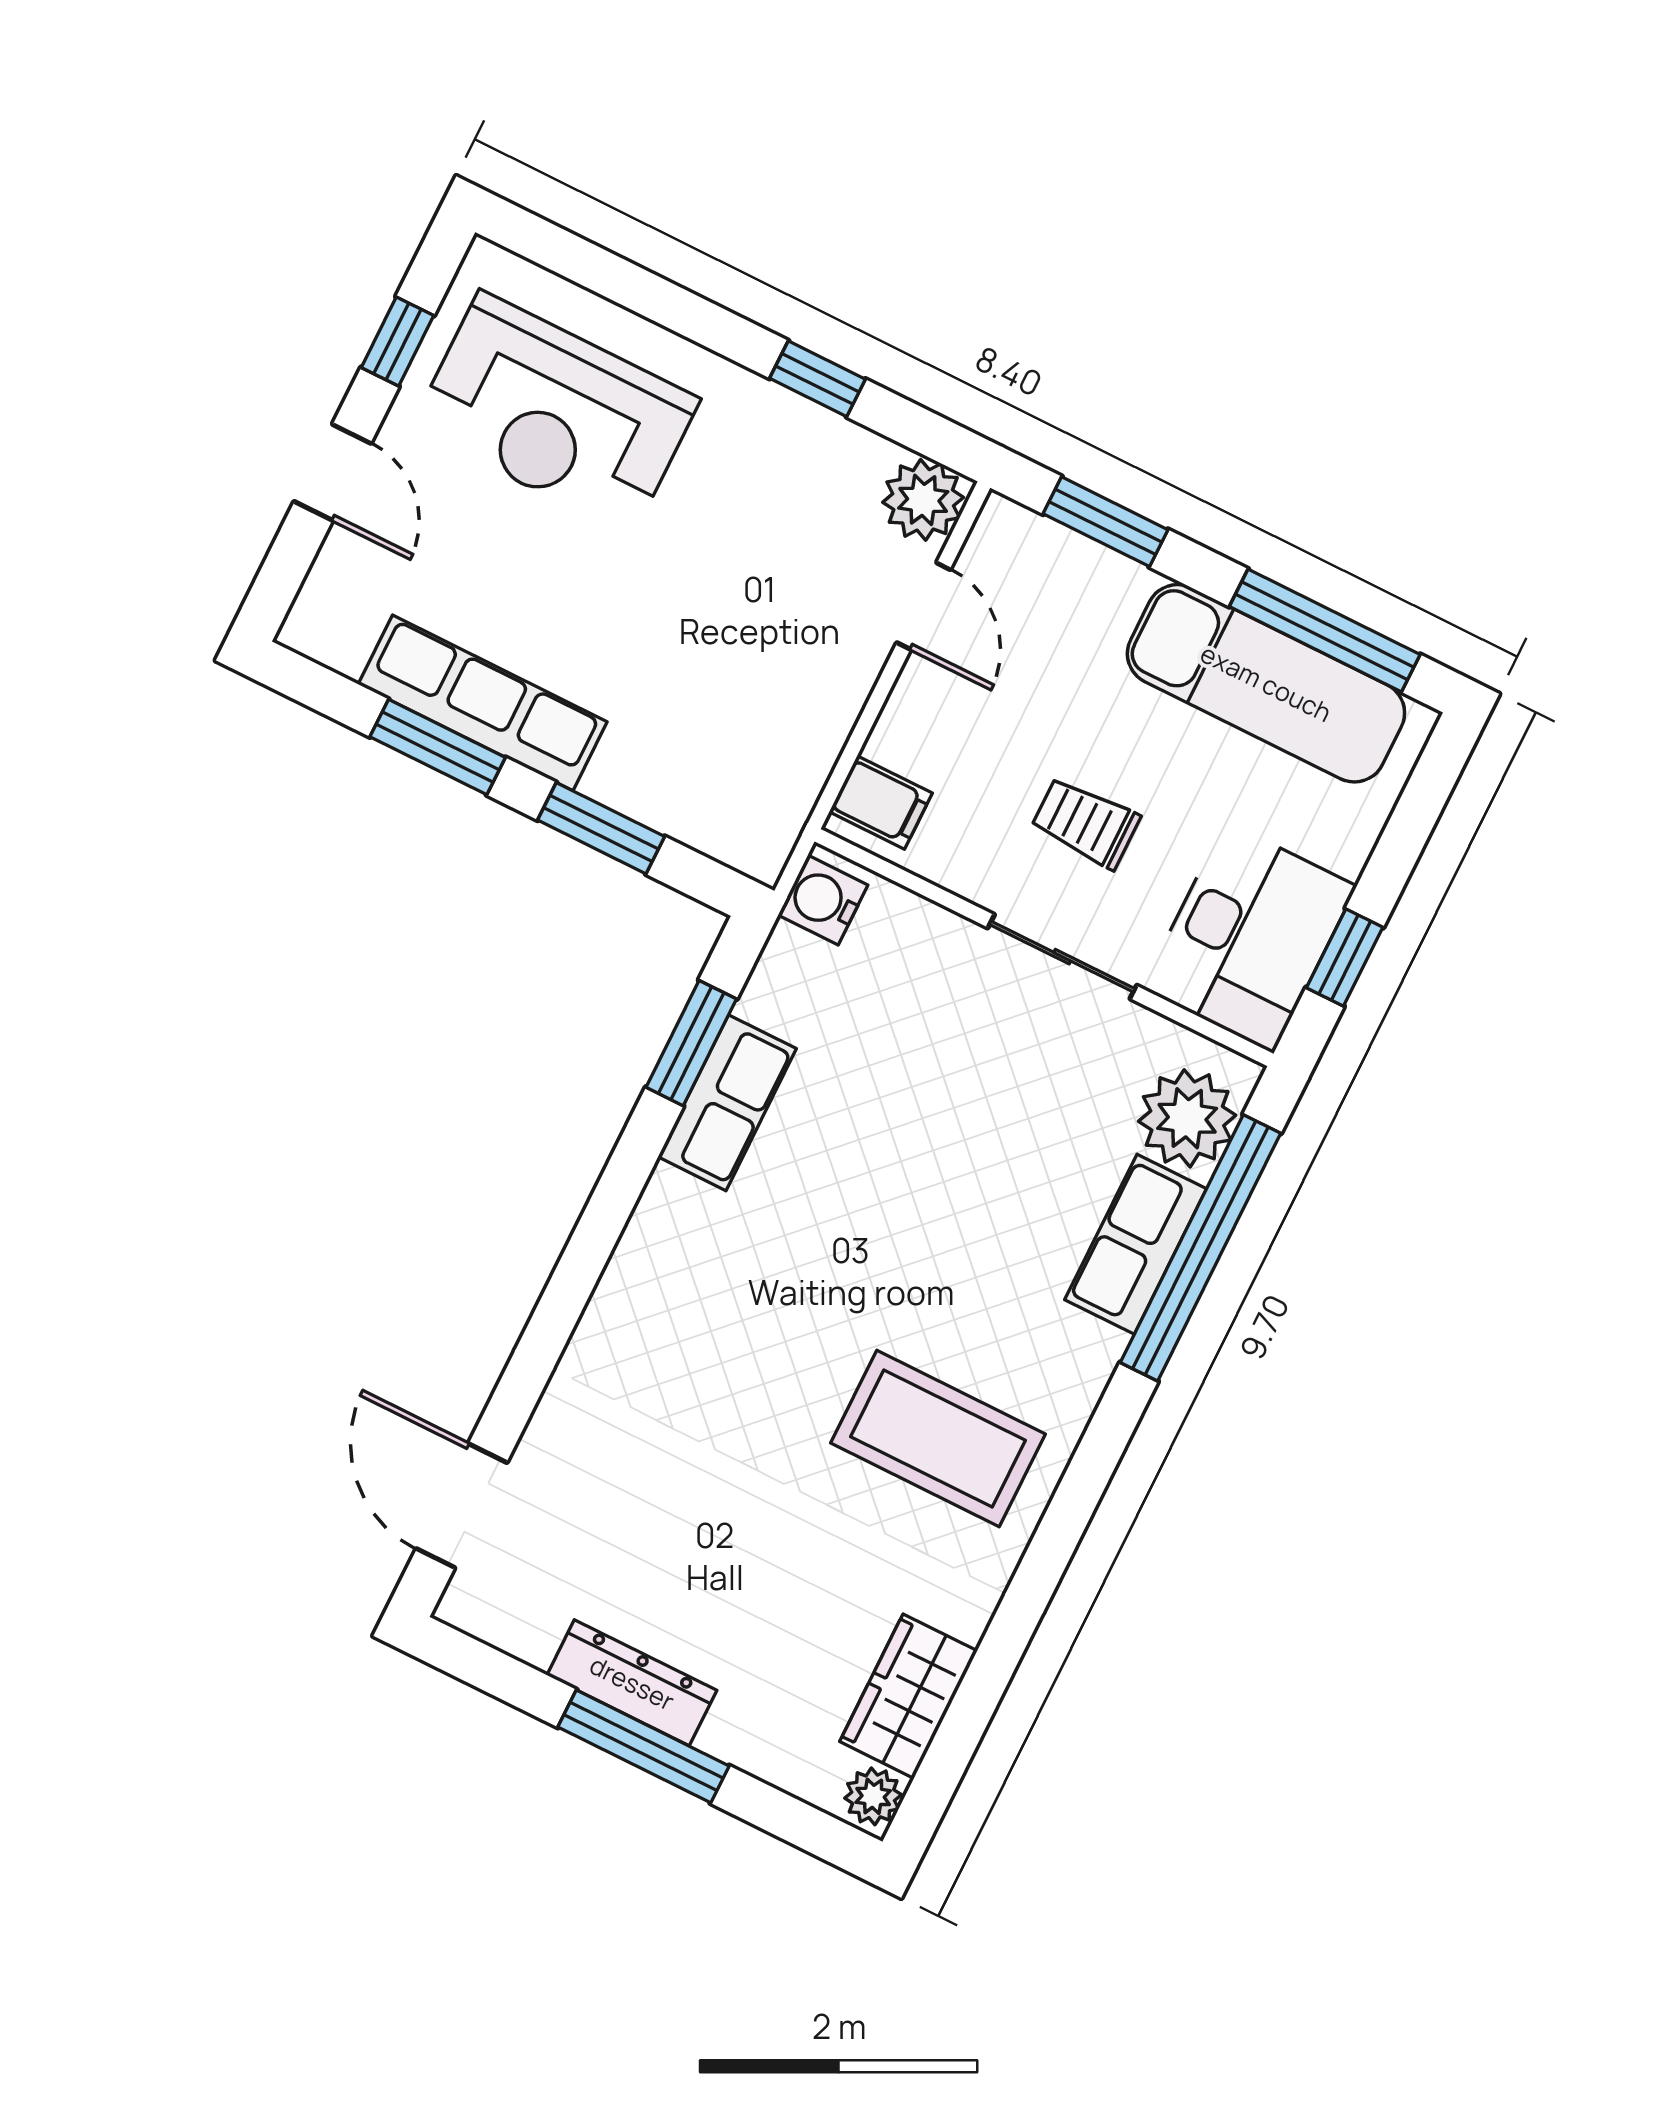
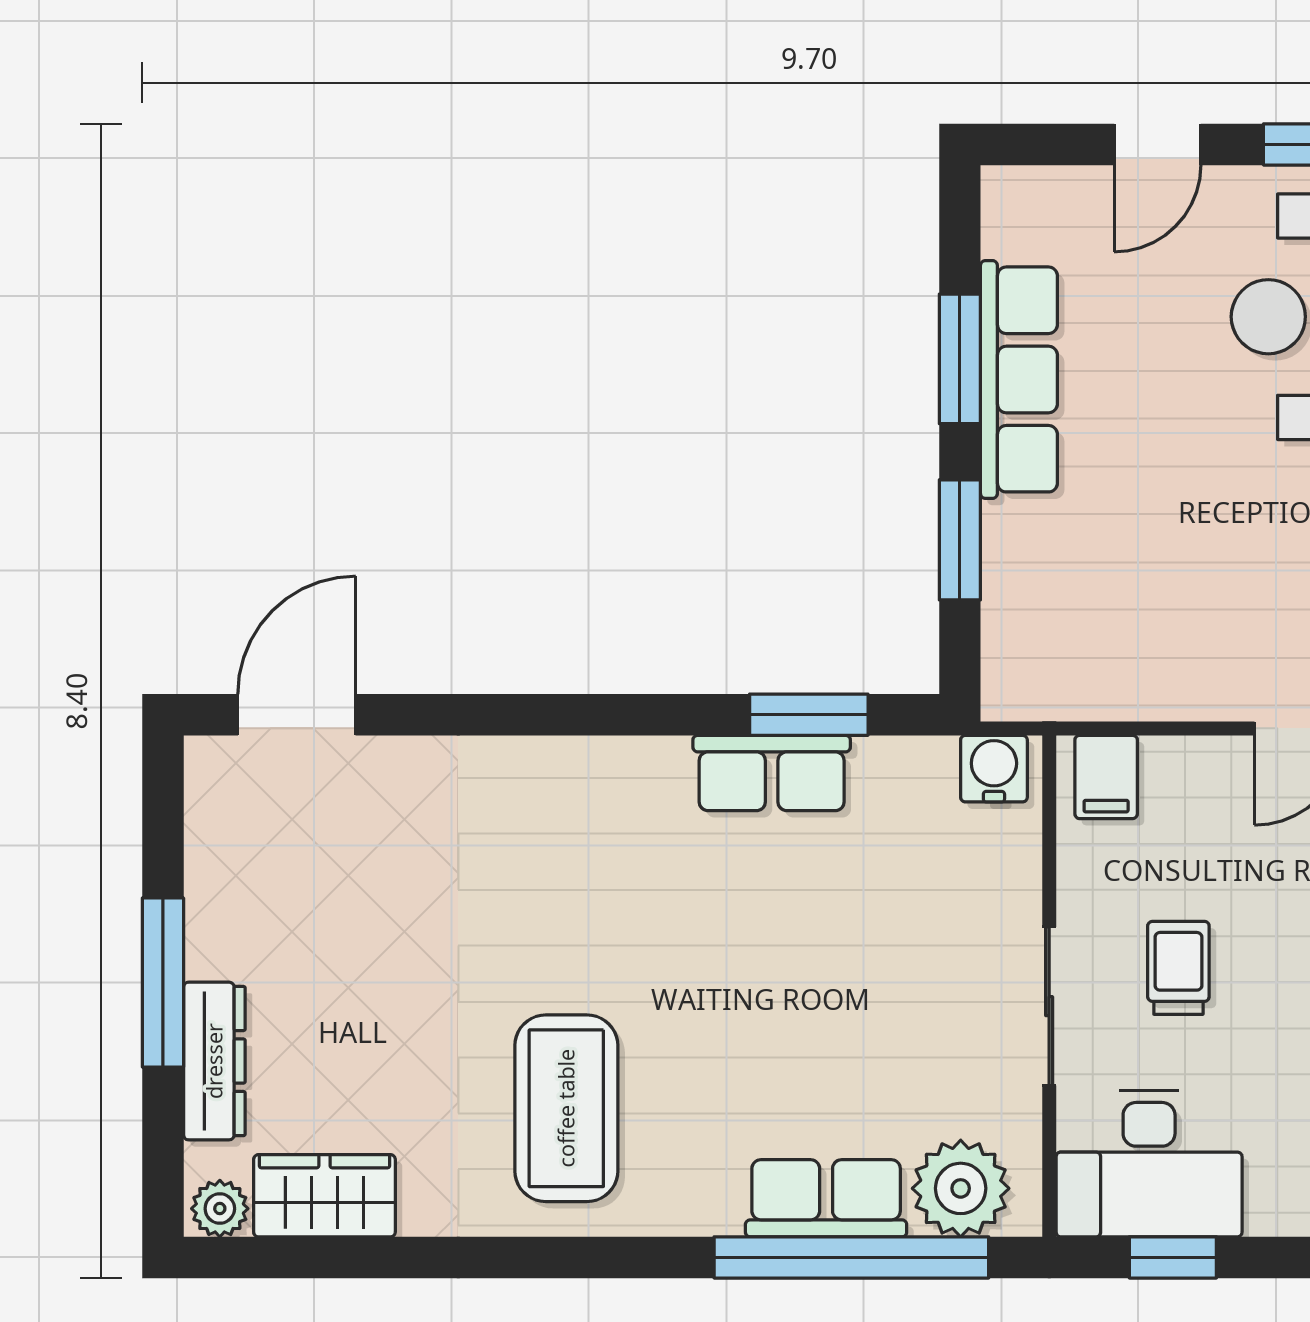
dresser: (632, 1683) -> (214, 1061), moved

